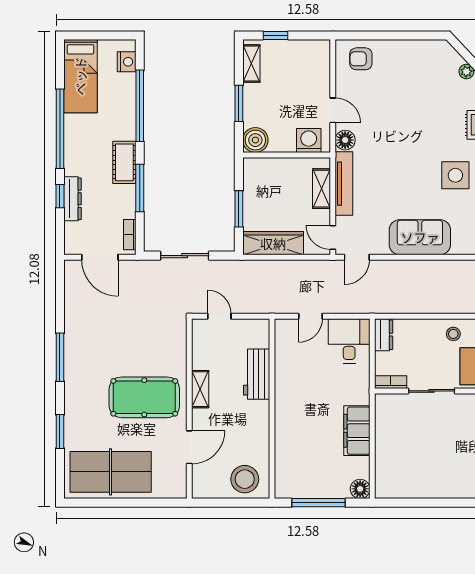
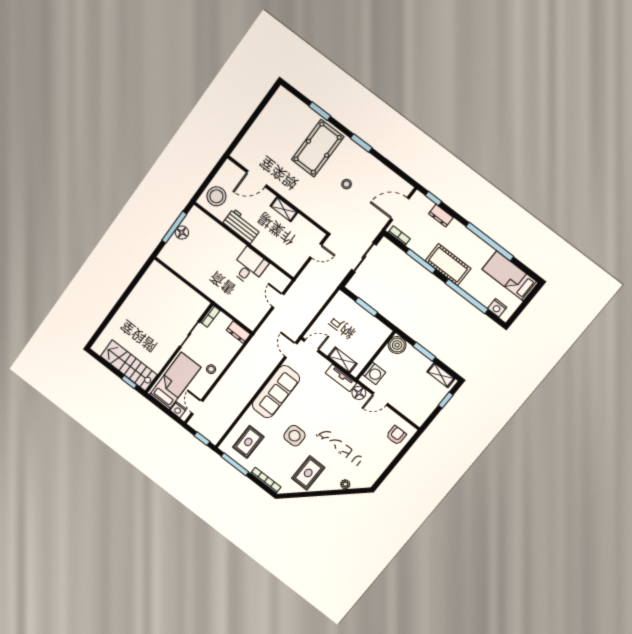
cot: (124, 162) -> (448, 265), width x1.37, depth x1.34
tv unit: (344, 184) -> (341, 378), width x0.71
window: (60, 196) -> (433, 198), moved
dresser: (73, 199) -> (441, 216), width x0.70
sofa: (420, 237) -> (276, 392), width x1.36
wardrobe: (273, 243) -> (333, 311), removed
stool: (118, 339) -> (347, 184), added
desk: (349, 341) -> (249, 266), moved, turned -90
window: (60, 357) -> (361, 143), width x0.69
workbench: (257, 374) -> (242, 226), moved
pool table: (144, 397) -> (318, 148), moved
filing cabinet: (357, 431) -> (198, 278), removed
door: (189, 447) -> (257, 179), hinge flipped
table tennis table: (111, 472) -> (276, 123), removed
floor lamp: (360, 489) -> (182, 233), moved

